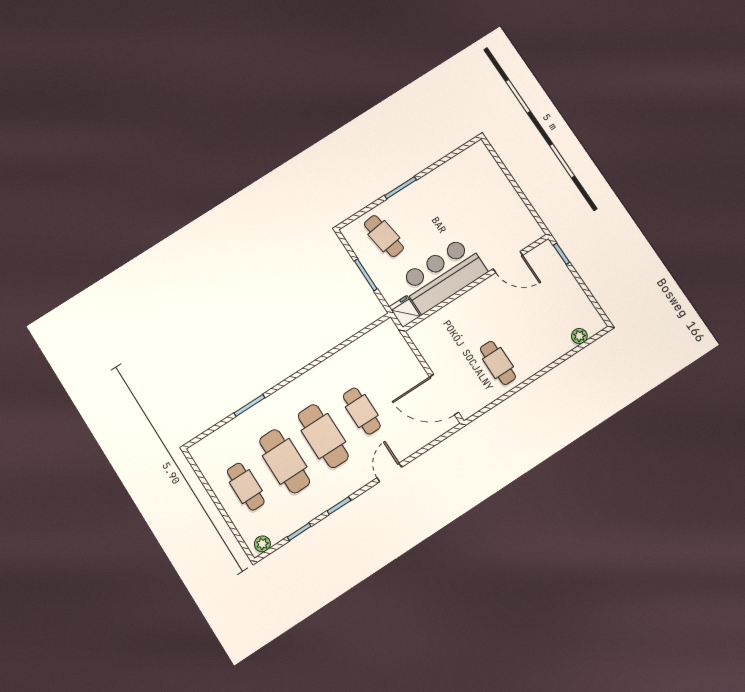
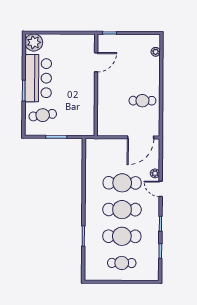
plant: (477, 158) -> (34, 42), added
bar counter: (443, 275) -> (38, 78), moved, turned 180
fridge: (405, 311) -> (87, 130), removed
cafe table: (362, 411) -> (122, 183), width x1.37, depth x1.35
plant: (262, 544) -> (155, 173), moved

